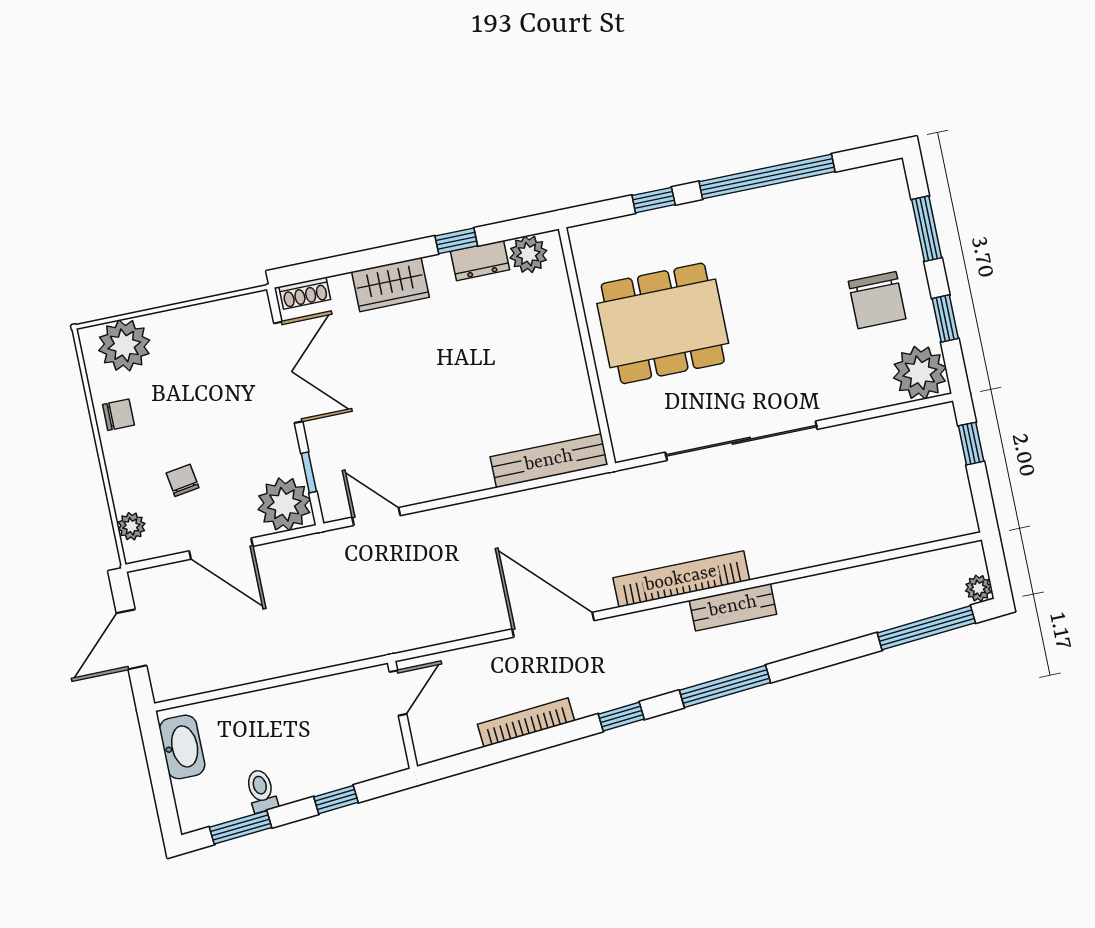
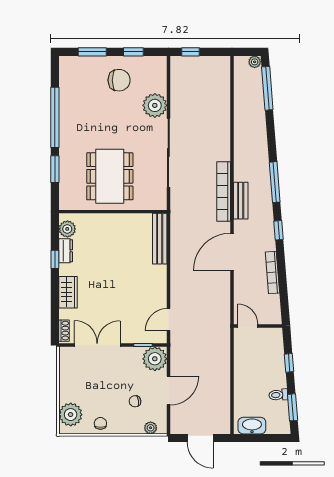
window: (654, 200) -> (55, 169), width x1.50
plant: (920, 373) -> (155, 105), moved
bench: (733, 607) -> (241, 201), moved

